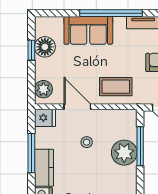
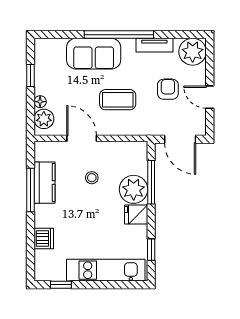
floor lamp: (45, 47) -> (40, 102), moved, width x0.53, depth x0.53
coffee table: (116, 87) -> (118, 100), moved
fridge: (45, 118) -> (136, 215), moved, turned 180
kitchen counter: (44, 168) -> (44, 183), moved

